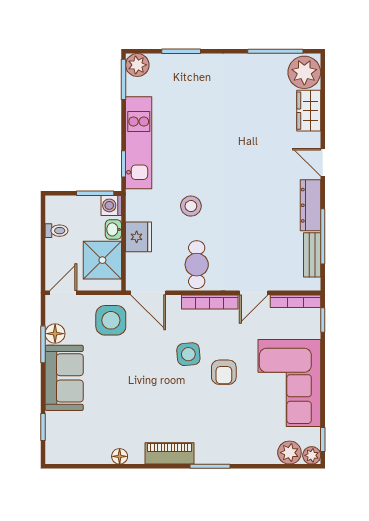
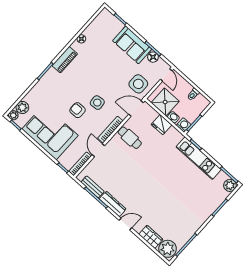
stool: (191, 206) -> (155, 156), removed

